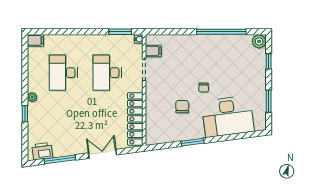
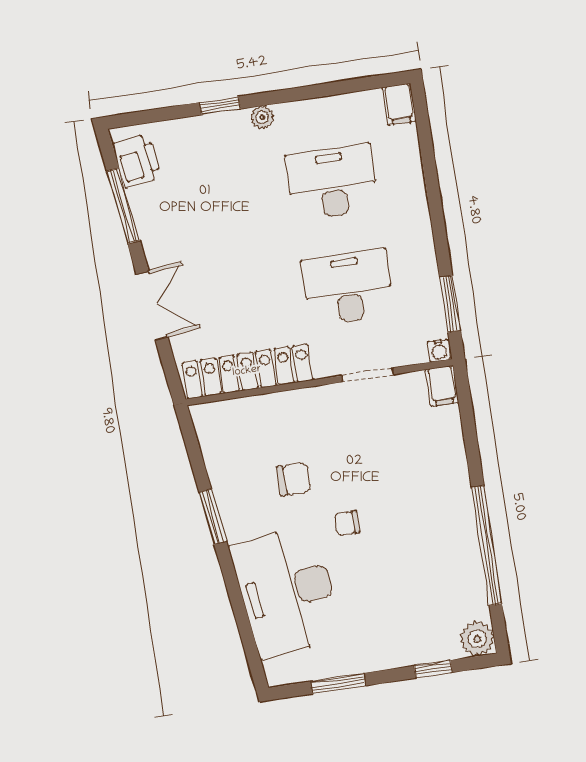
filing cabinet: (153, 51) -> (442, 386), moved

